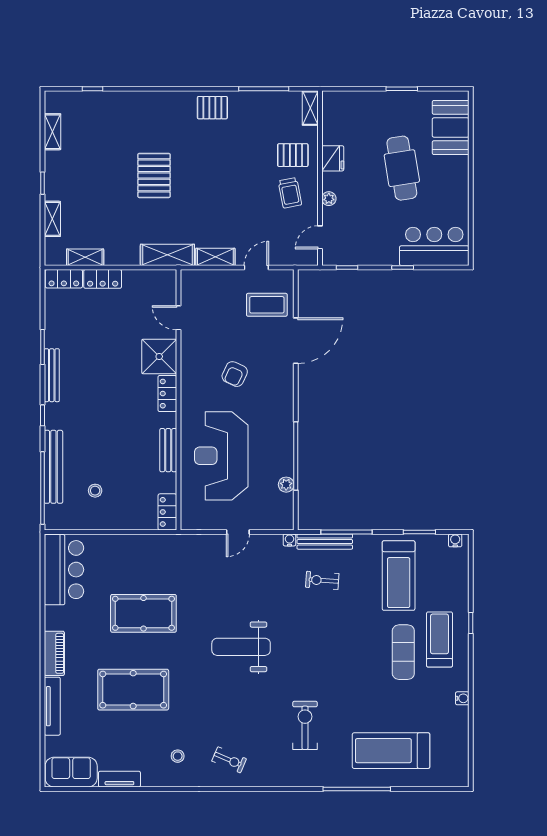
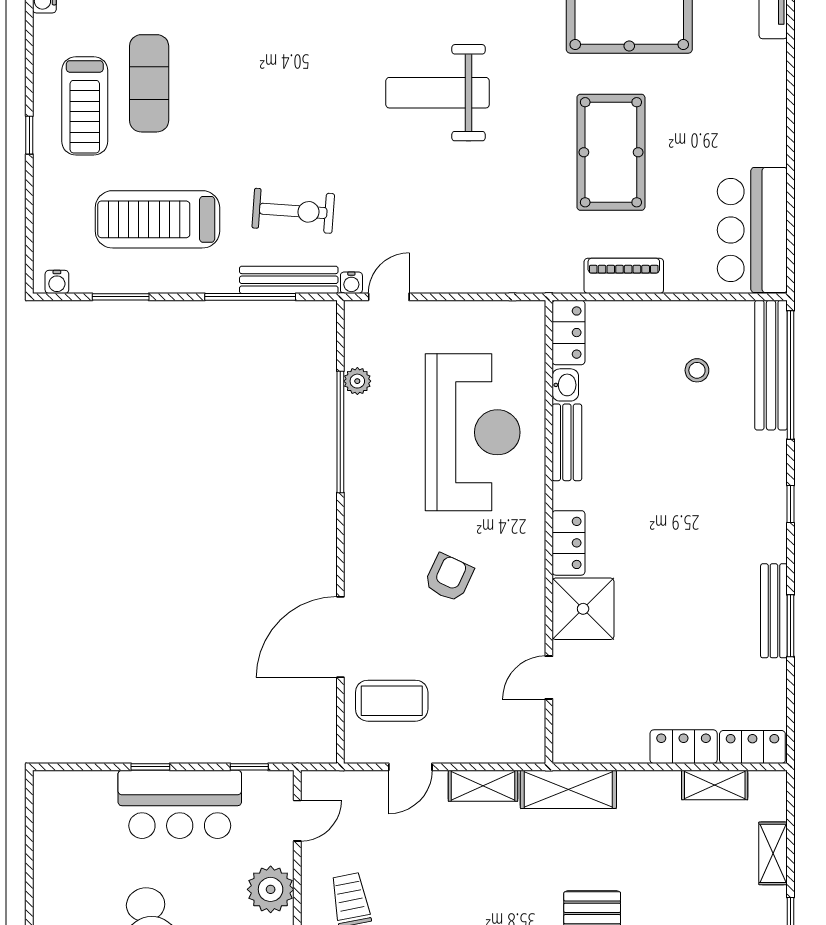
plant: (329, 199) -> (271, 889), width x1.88, depth x1.88
bar counter: (434, 246) -> (180, 804), moved
door: (178, 318) -> (549, 677), swing flipped
bench: (52, 375) -> (774, 611), moved
bench: (53, 467) -> (771, 365), moved
washbasin: (169, 482) -> (565, 385), added
door: (238, 532) -> (389, 297), moved
treadmill: (399, 576) -> (157, 219), turned -90
exercise bike: (322, 580) -> (293, 211), width x1.38, depth x1.39
pool table: (143, 613) -> (611, 152), turned 90
weight bench: (241, 647) -> (438, 93), turned 180
piano: (54, 653) -> (624, 276), moved, turned 90

